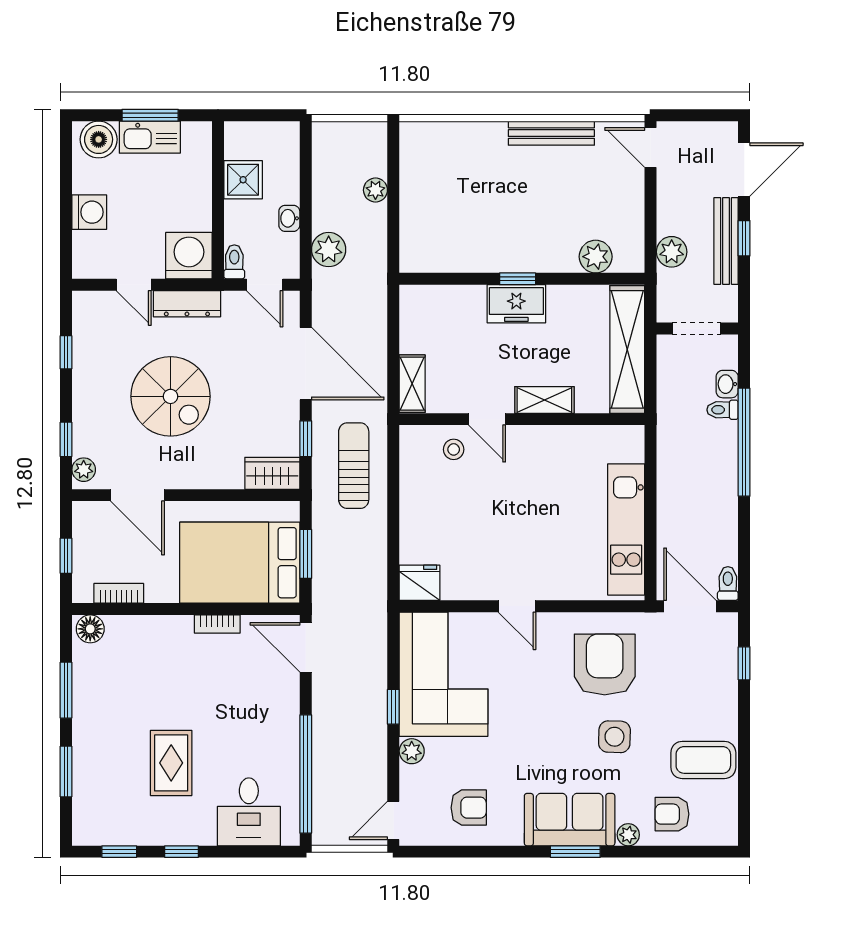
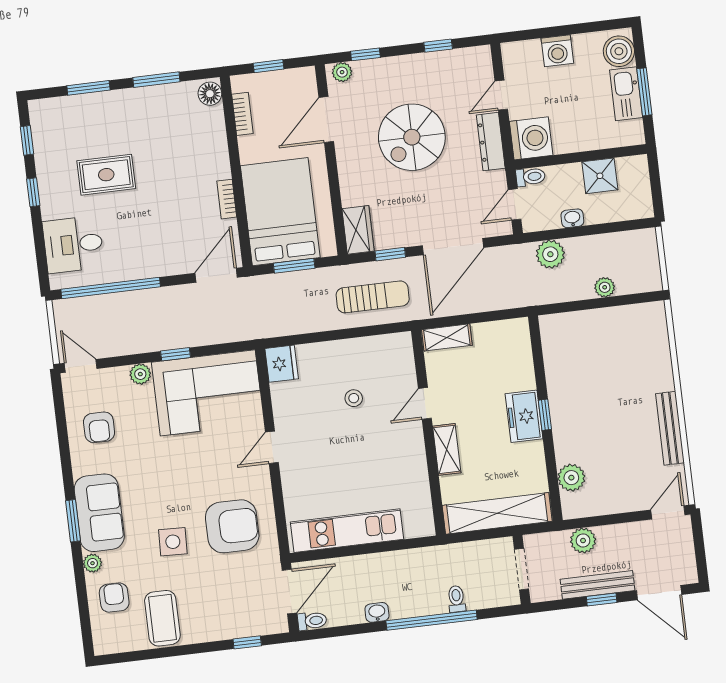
washbasin: (727, 384) -> (377, 612), moved
stool: (454, 449) -> (354, 398), moved

